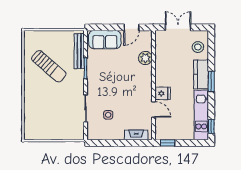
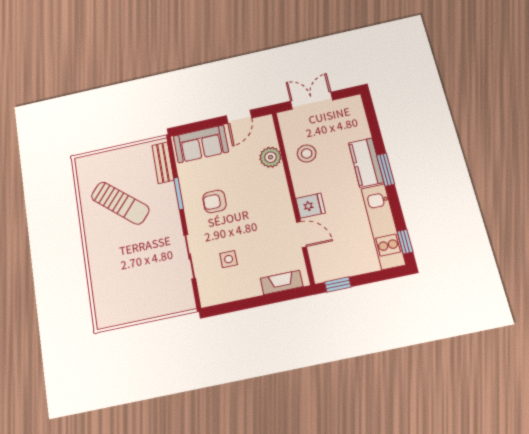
stool: (198, 47) -> (307, 153), moved
bench: (79, 51) -> (163, 163), width x0.73
armchair: (106, 78) -> (215, 201), added

